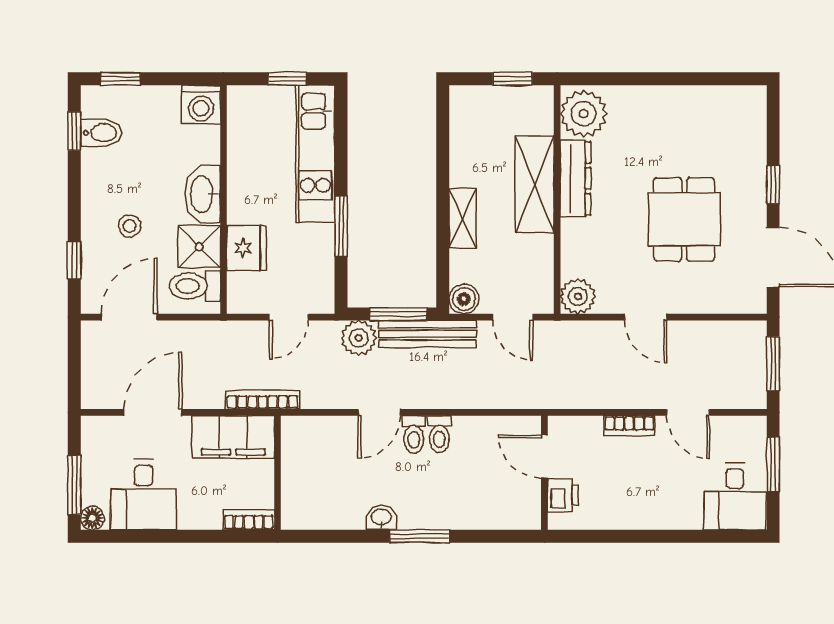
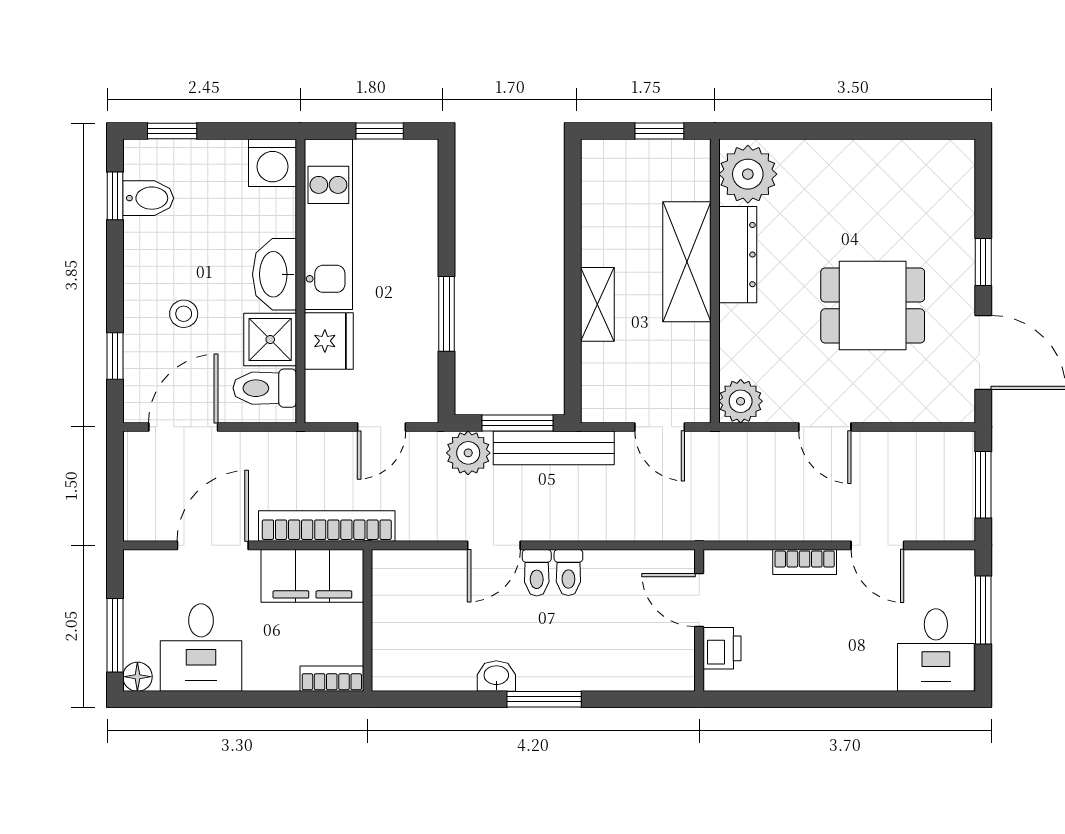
kitchen unit: (315, 154) -> (328, 224), moved, turned 180
dining table: (684, 219) -> (873, 305), turned 90
boiler: (464, 299) -> (599, 405), removed
bookcase: (263, 400) -> (327, 526), width x1.48, depth x1.31

